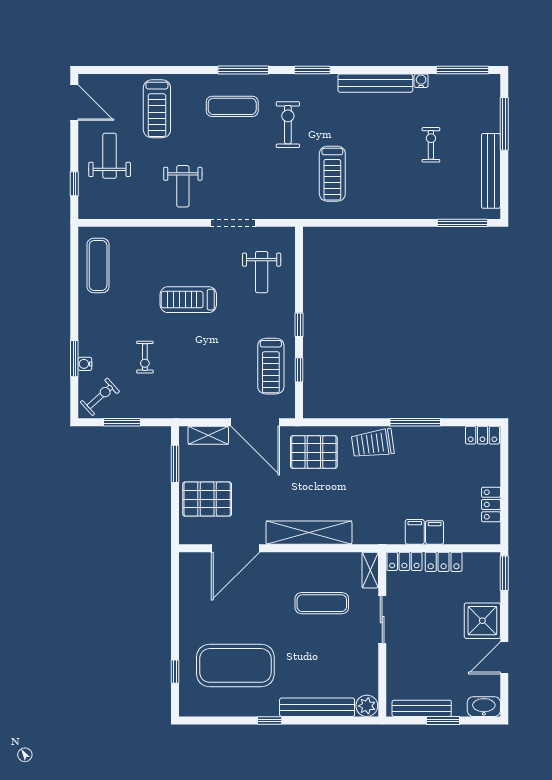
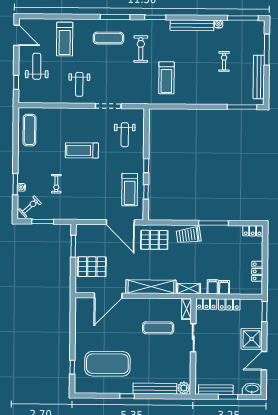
shelving: (208, 435) -> (189, 289), moved

